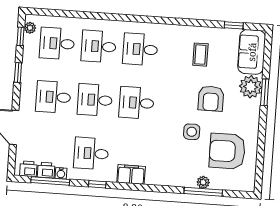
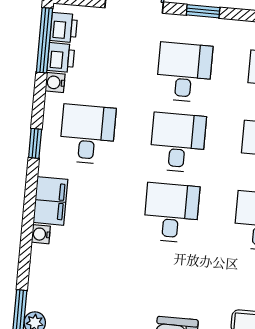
window: (18, 72) -> (203, 11), moved
side table: (192, 132) -> (121, 305), removed
water cooler: (151, 180) -> (41, 234), added
window: (50, 181) -> (44, 40), moved

